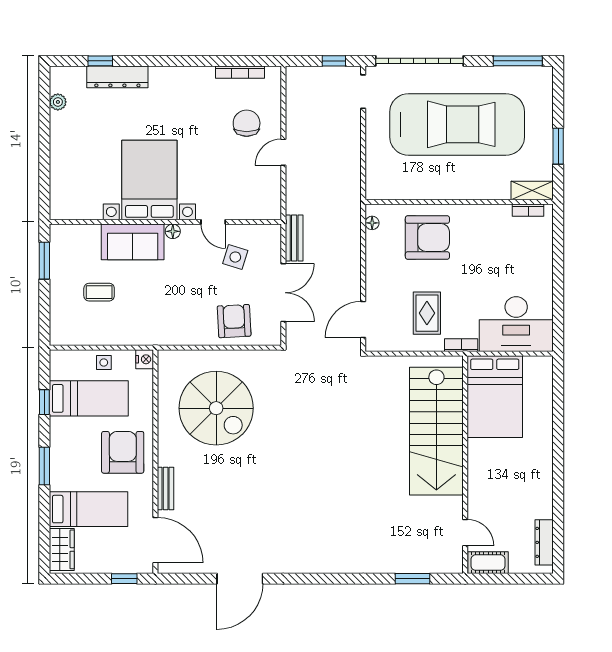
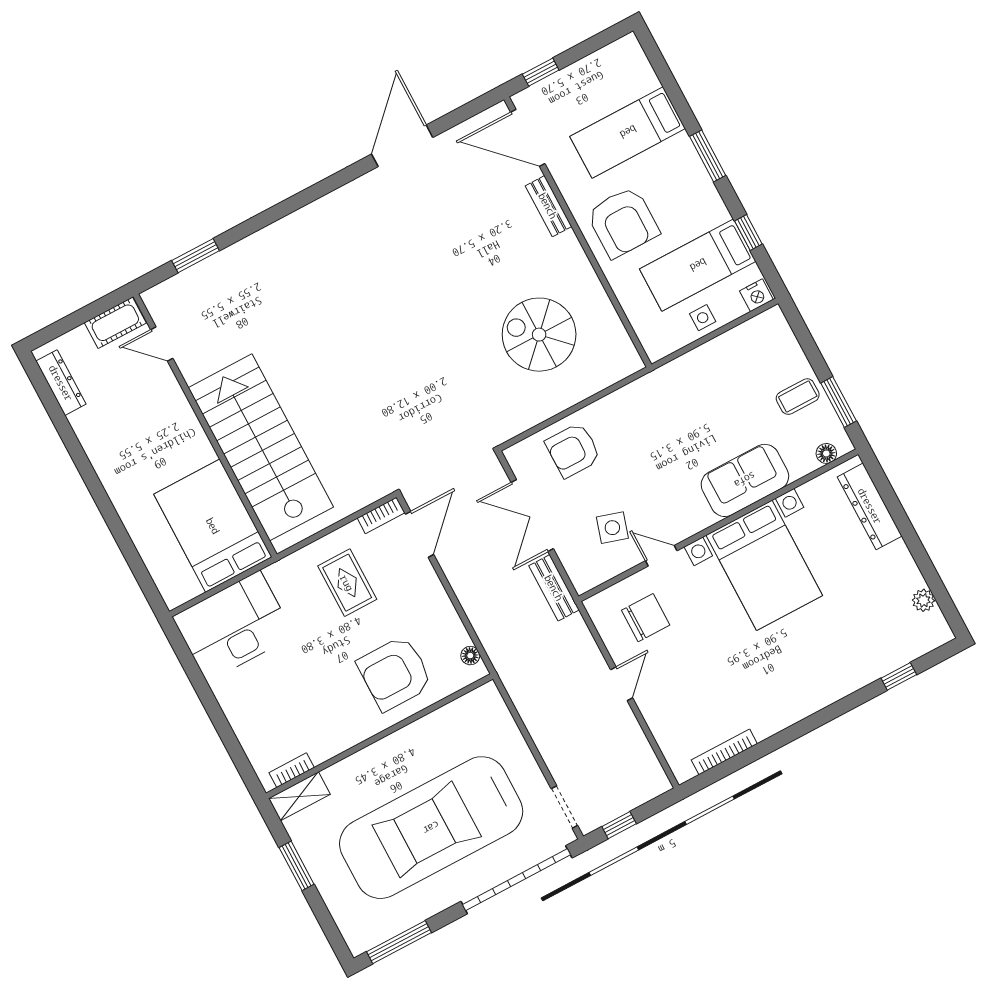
dresser: (117, 77) -> (870, 506), moved, turned -90
chair: (247, 123) -> (646, 618), moved, turned -90
floor lamp: (173, 231) -> (826, 453), moved
coffee table: (99, 292) -> (798, 397), moved
armchair: (234, 321) -> (573, 450), turned 93
bookcase: (461, 345) -> (381, 515), moved
nightstand: (145, 359) -> (756, 295), moved, turned -90
spiral stairs: (216, 408) -> (539, 335), width x0.73, depth x0.73
wardrobe: (62, 549) -> (634, 67), removed

